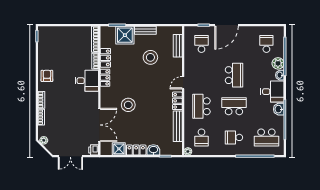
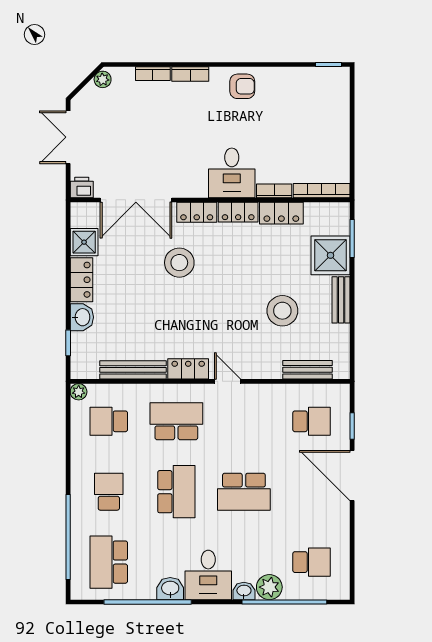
locker: (105, 97) -> (197, 212), added

